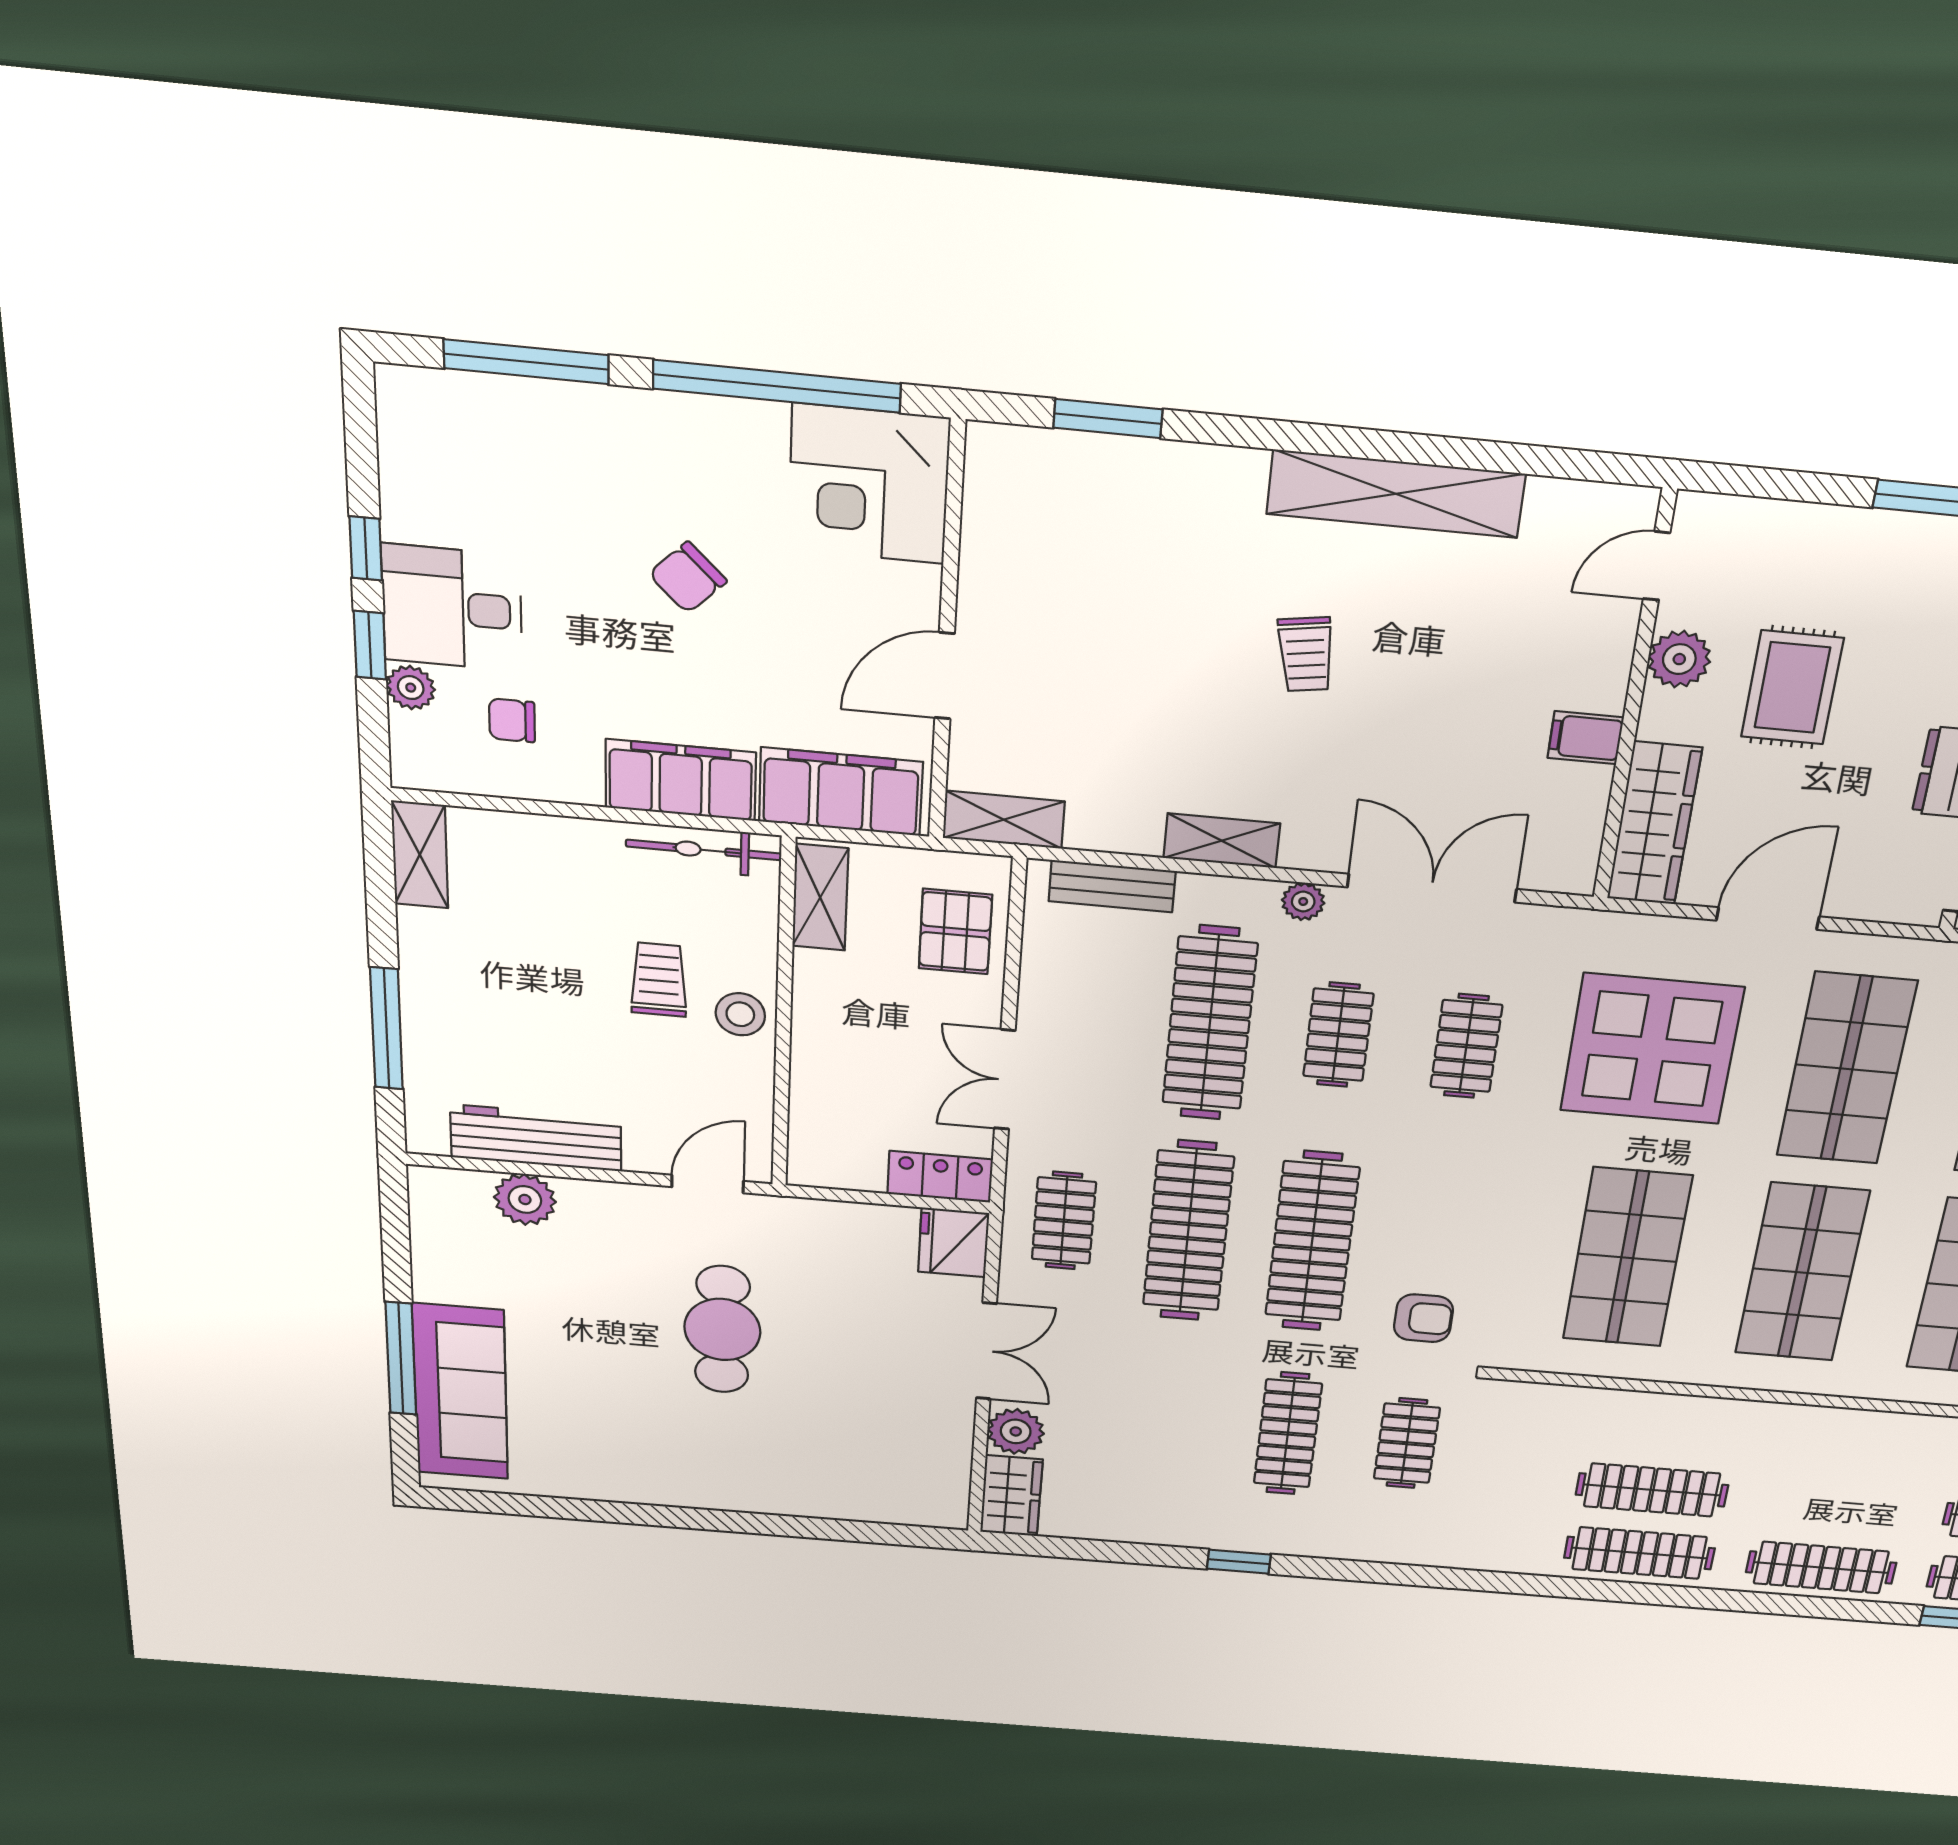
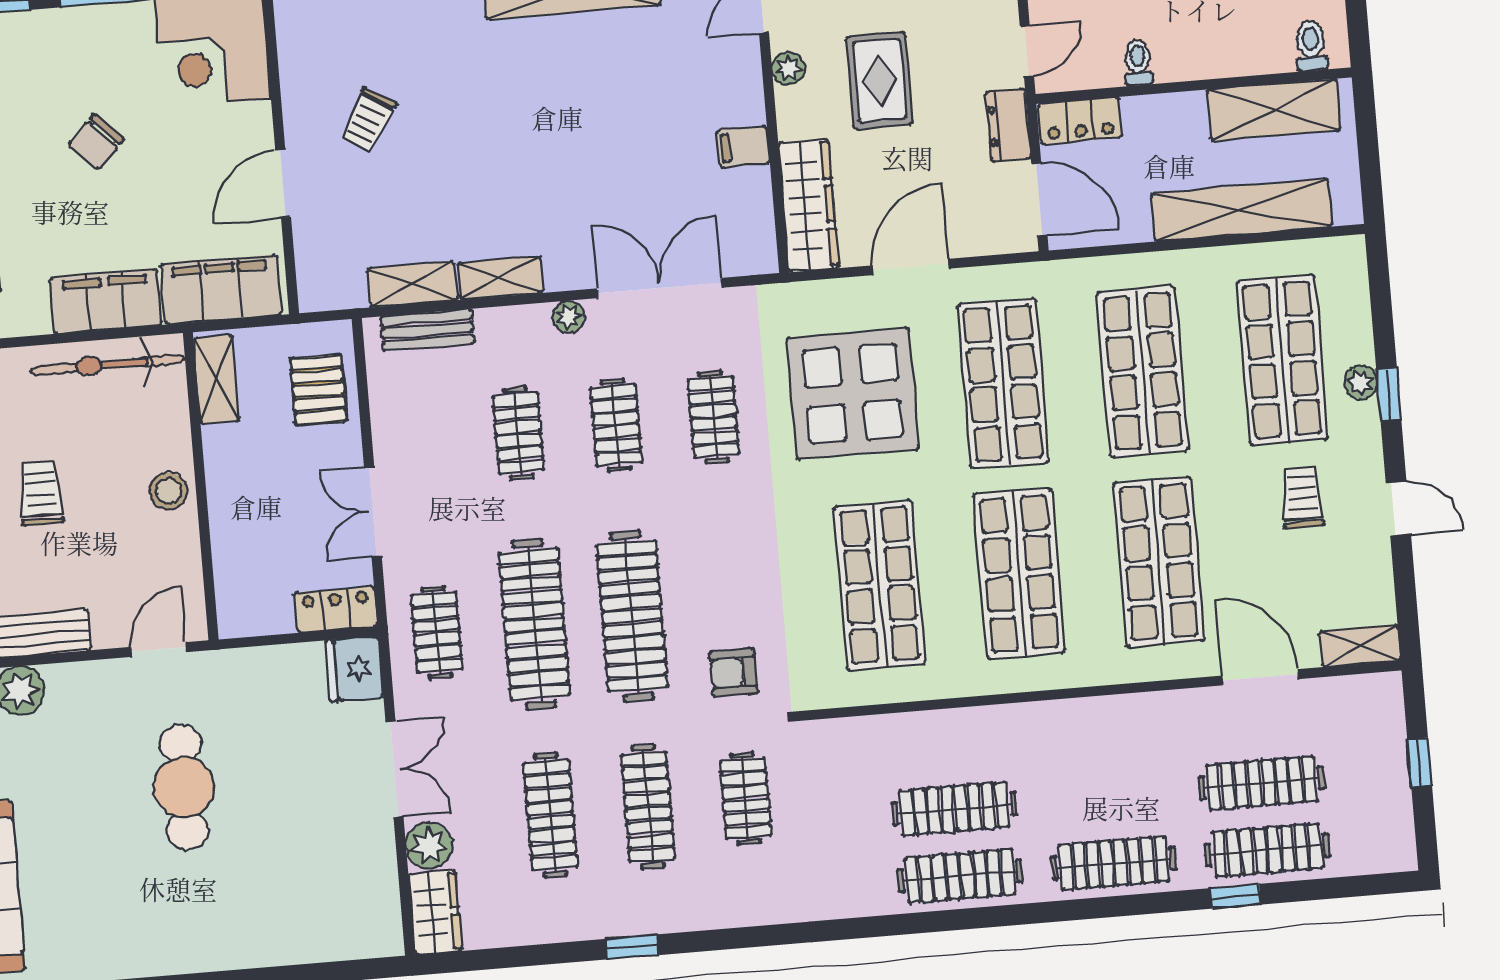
trolley: (1306, 654) -> (368, 120), moved, turned 40
plant: (1679, 659) -> (788, 68), width x0.73, depth x0.73
shelving: (1004, 820) -> (412, 284), moved
bicycle: (704, 850) -> (108, 365), width x1.37, depth x1.40
trolley: (659, 980) -> (41, 493), moved
clothes rail: (1210, 1024) -> (518, 433), width x0.54, depth x0.76
armchair: (1423, 1318) -> (733, 673), turned 180
clothes rail: (1168, 1424) -> (550, 815), added

